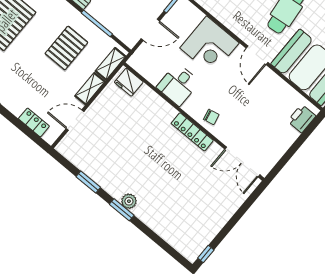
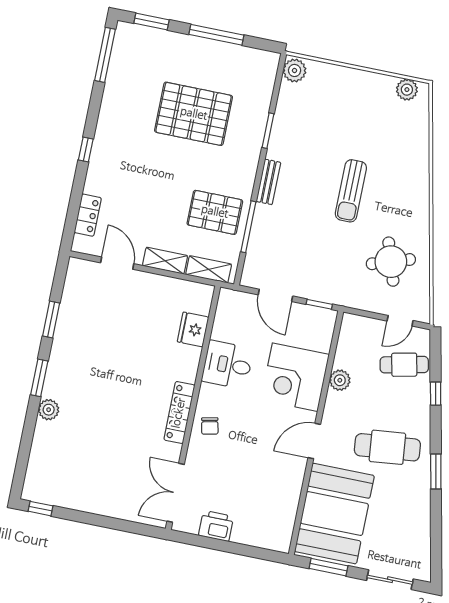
plant: (227, 18) -> (340, 380), added
pallet: (66, 48) -> (215, 212), moved
fridge: (129, 82) -> (193, 329), moved
printer: (302, 119) -> (216, 526), moved
plant: (129, 201) -> (49, 410), moved

